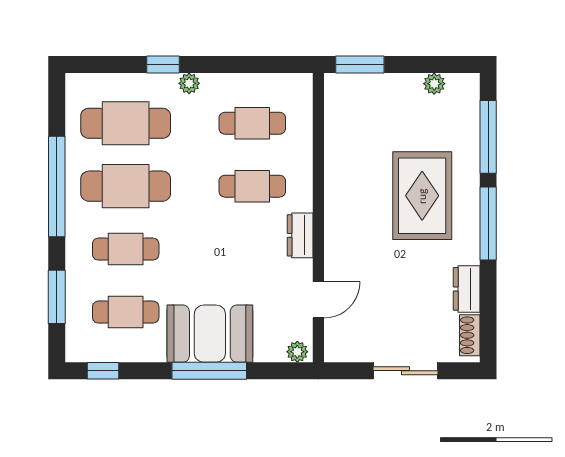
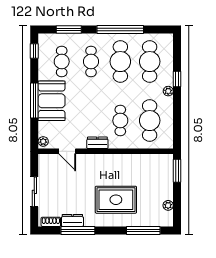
cafe table: (252, 123) -> (150, 121), width x1.37, depth x1.35
window: (488, 224) -> (78, 230), moved

